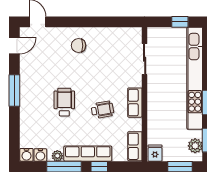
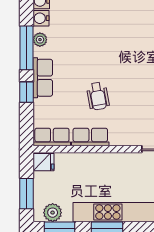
wheelchair: (64, 102) -> (107, 48), removed
row of seats: (135, 103) -> (90, 137), moved
row of seats: (88, 154) -> (43, 78), width x0.68

